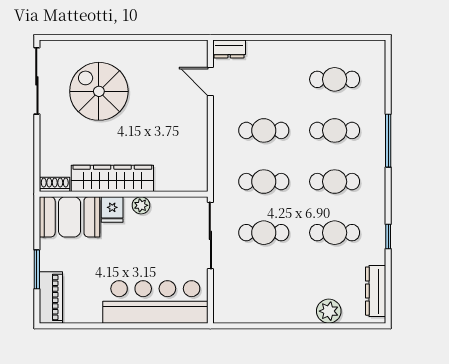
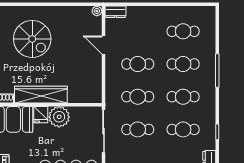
plant: (200, 48) -> (97, 11), added
door: (210, 81) -> (104, 45), moved
spiral stairs: (99, 91) -> (32, 39), turned 180
plant: (141, 205) -> (59, 117), width x1.87, depth x1.87

